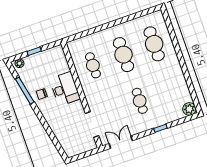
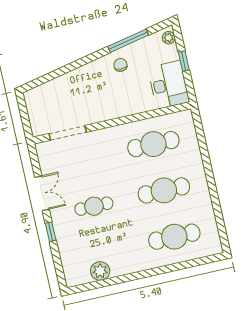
cafe table: (93, 65) -> (153, 144), width x1.37, depth x1.35
desk: (65, 89) -> (168, 85), moved, turned -90
plant: (189, 109) -> (100, 271), moved
double door: (121, 142) -> (42, 193), moved

